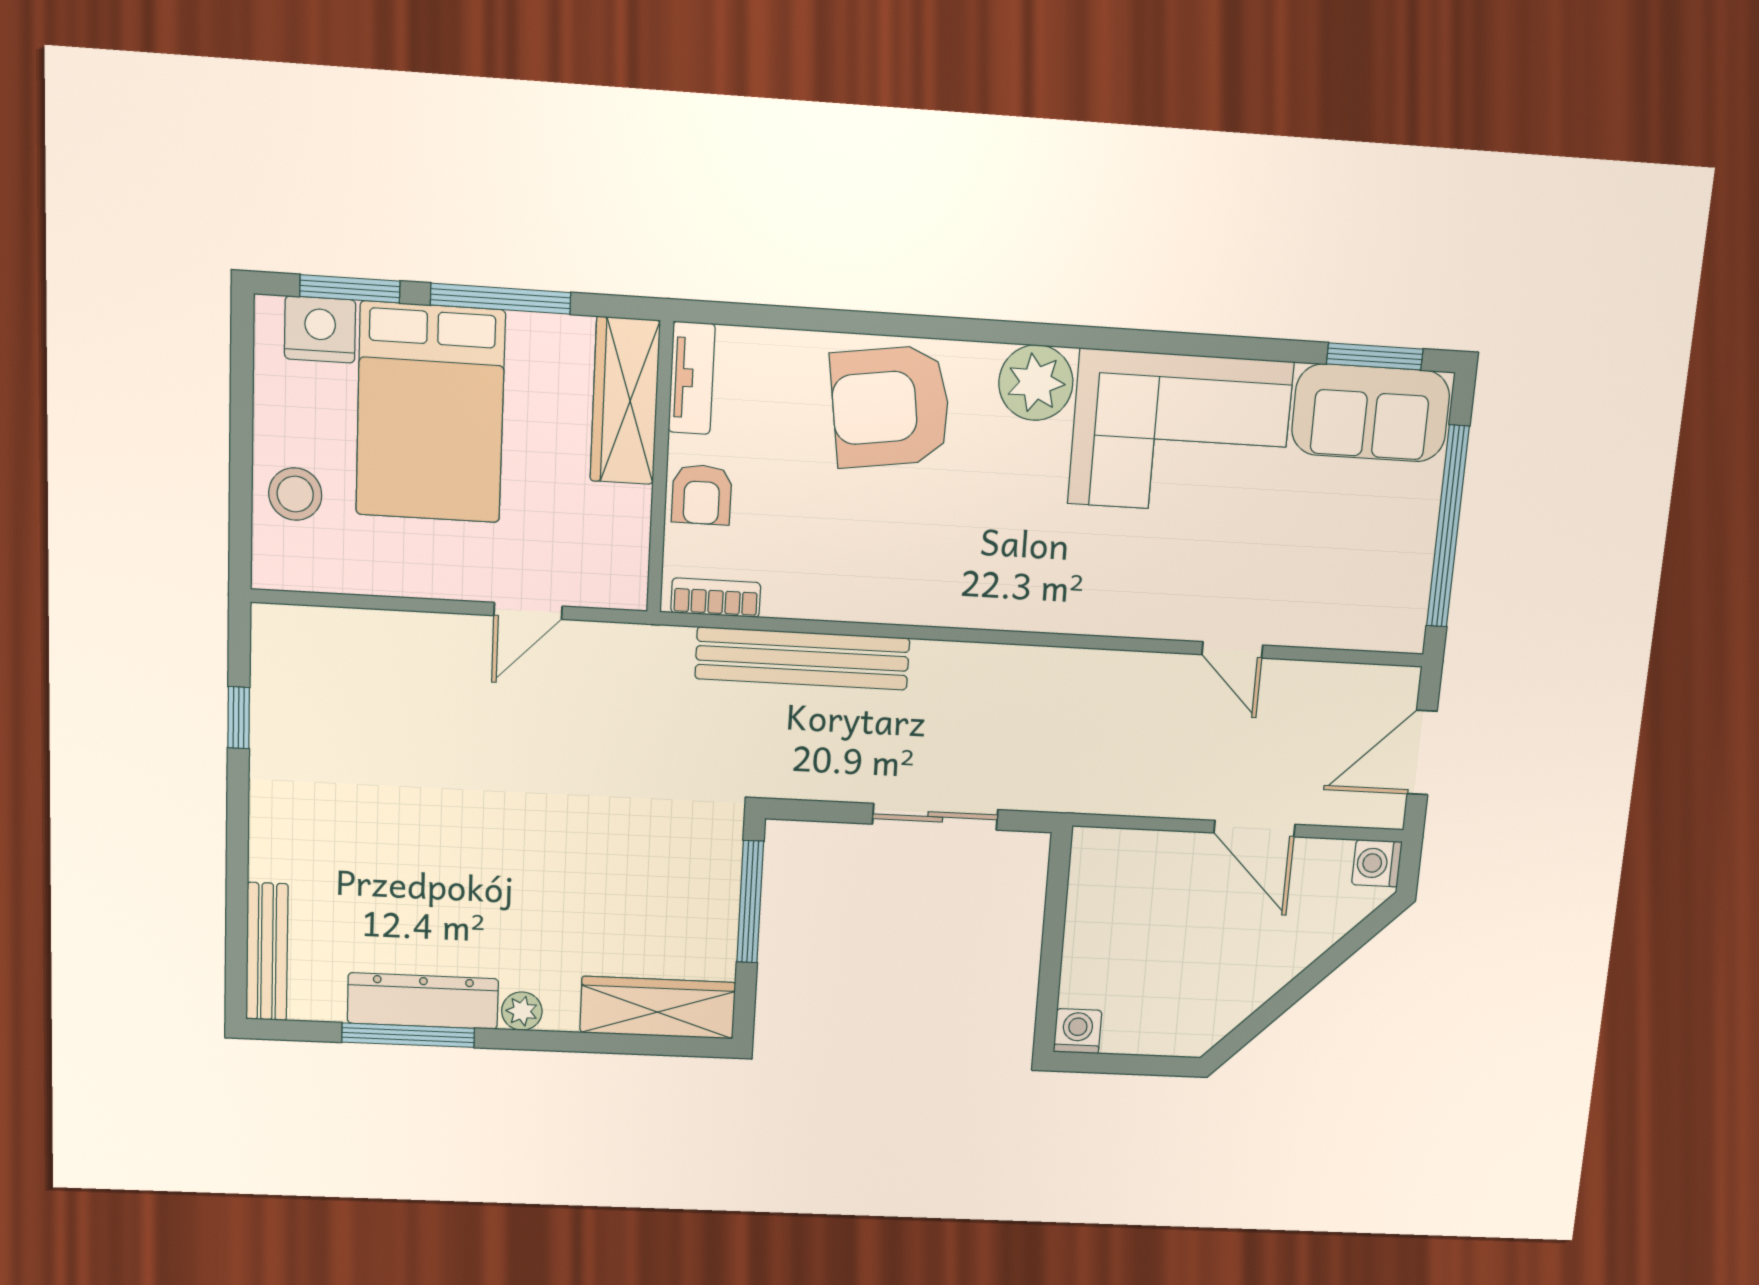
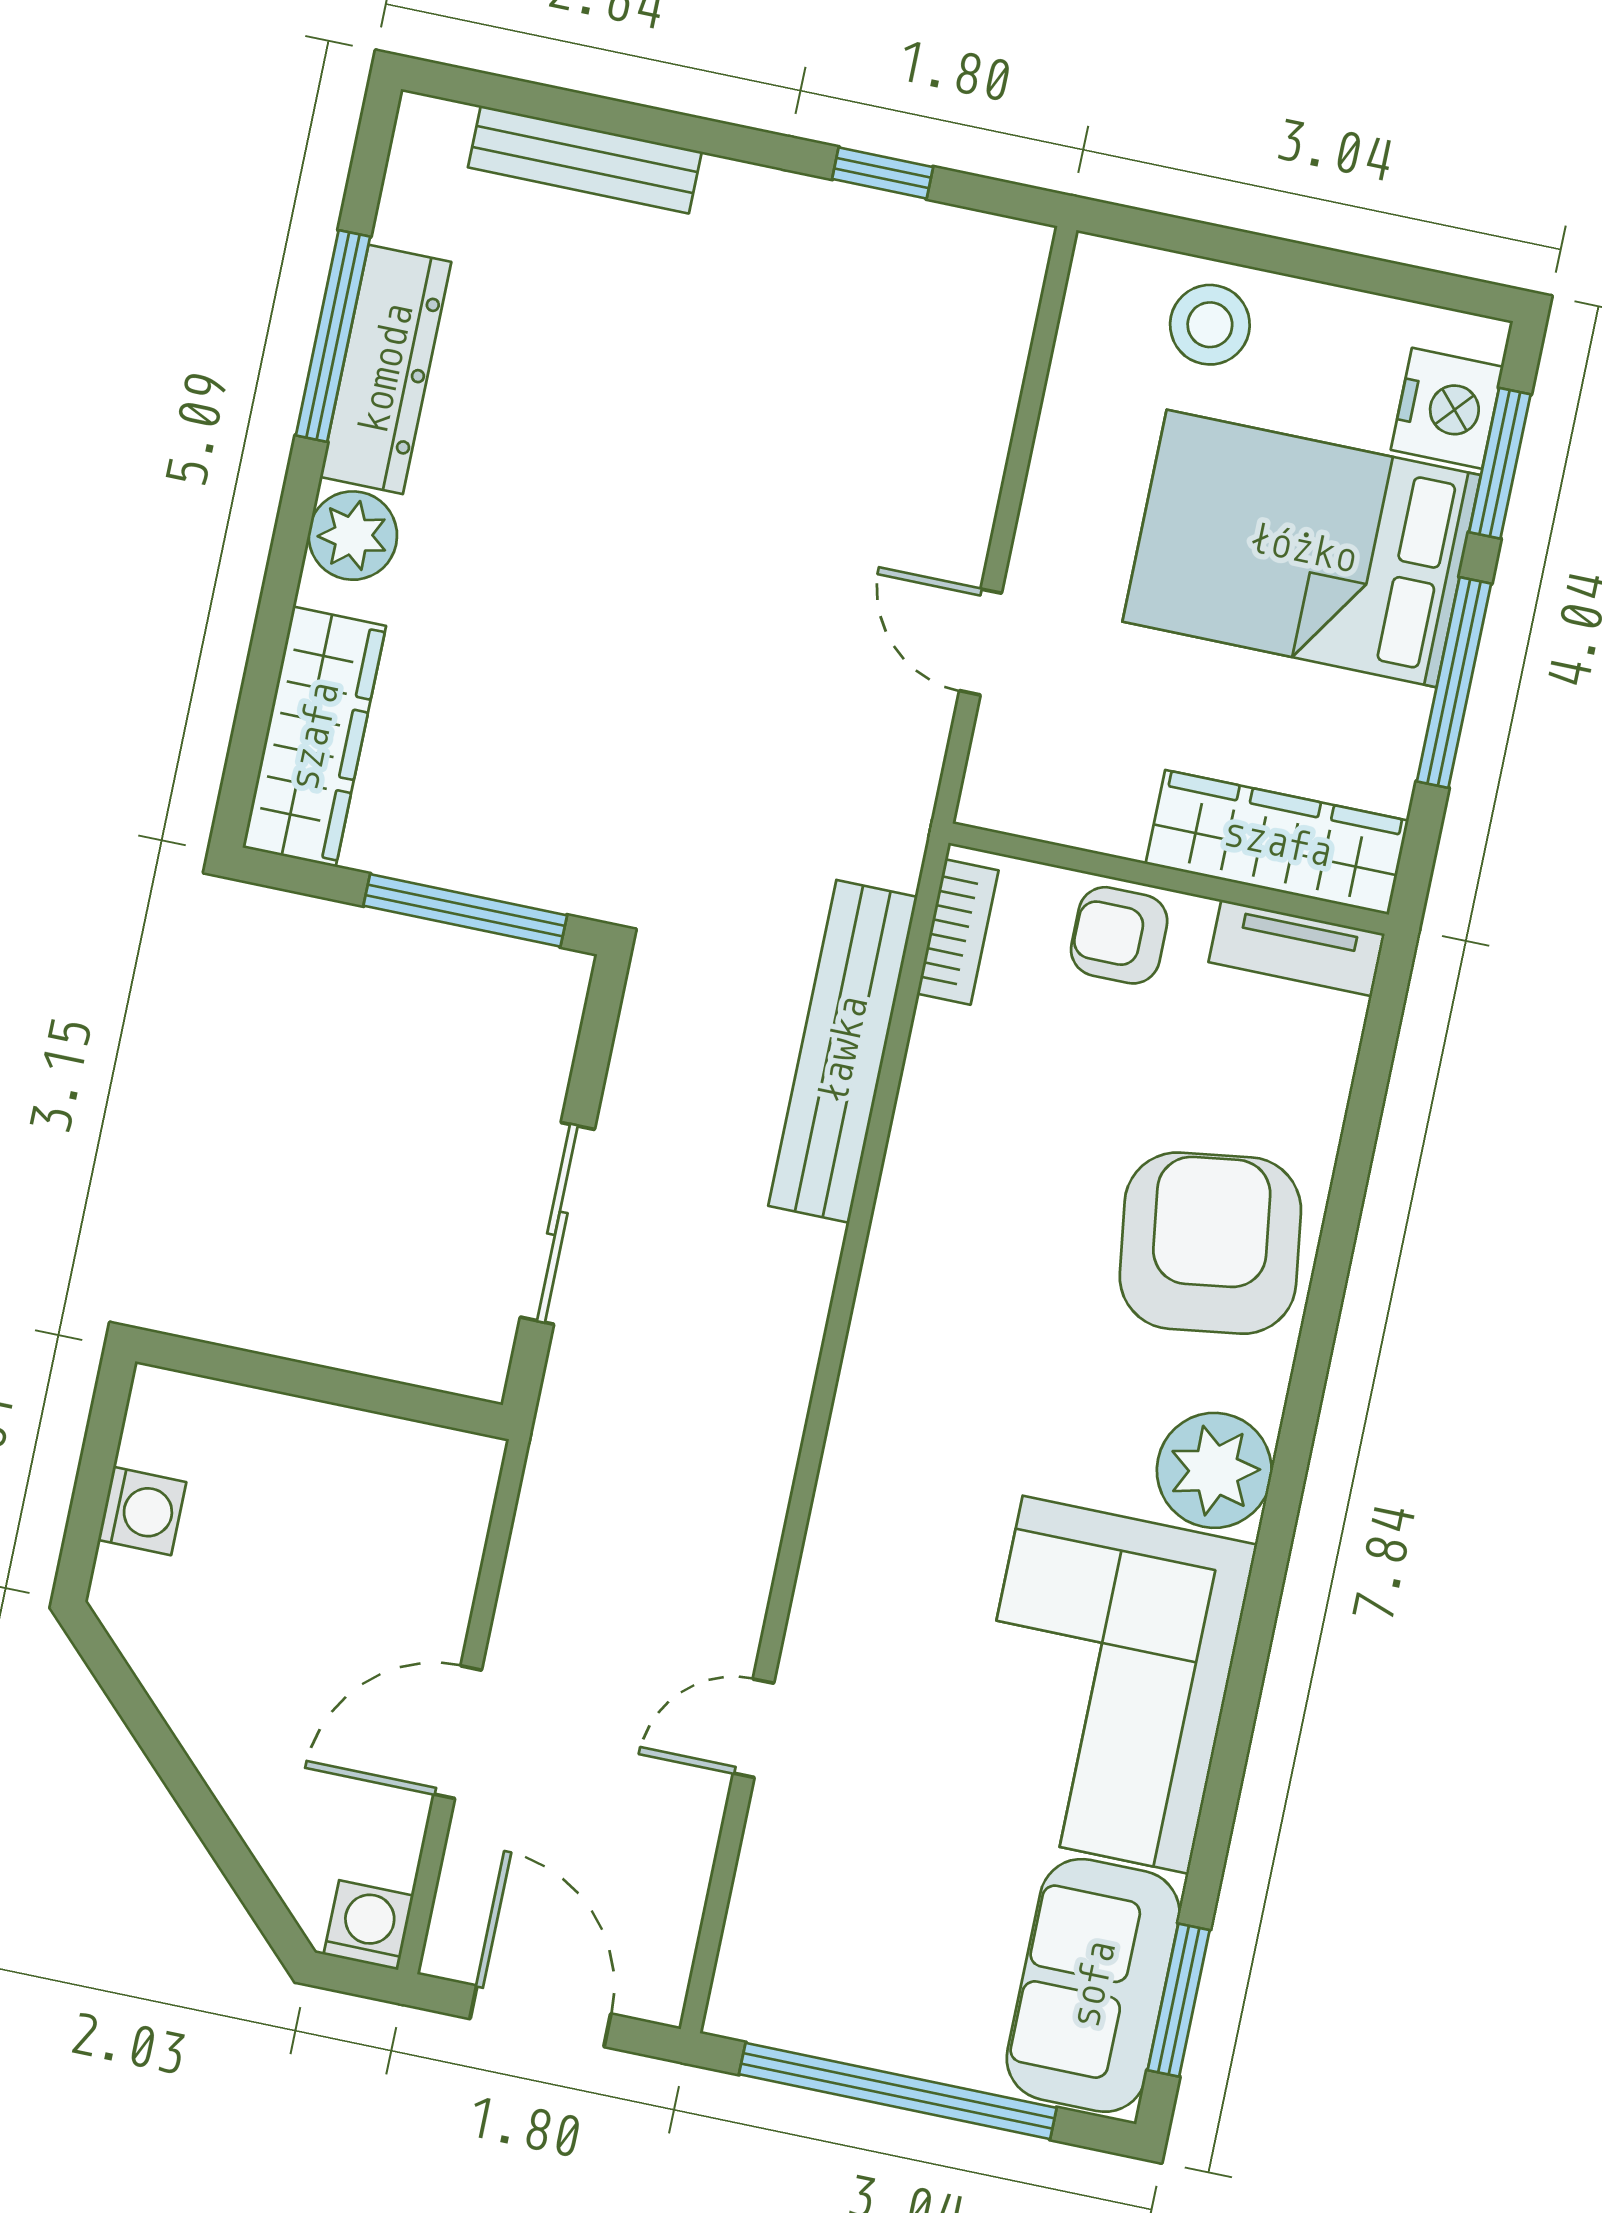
bench: (267, 952) -> (585, 160), moved
plant: (522, 1011) -> (353, 536), width x1.38, depth x1.38
washing machine: (1078, 1031) -> (142, 1511), moved

